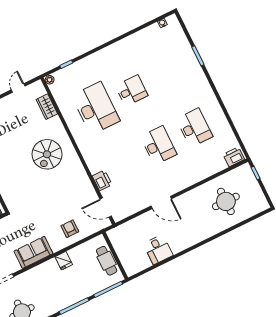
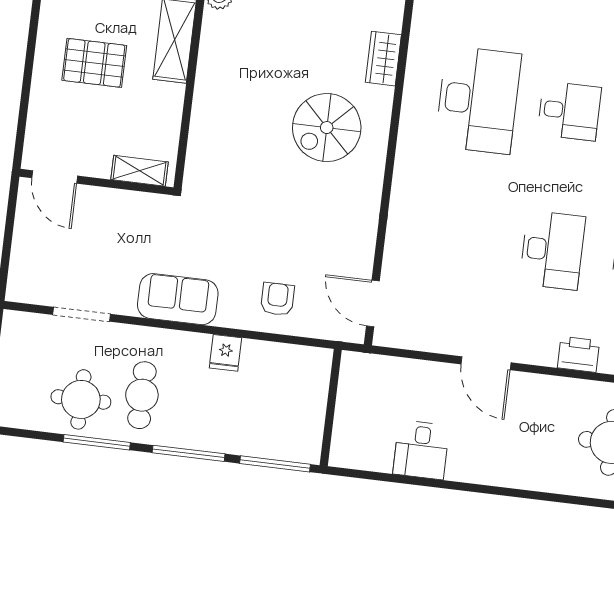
wardrobe: (47, 107) -> (383, 59), moved
printer: (102, 180) -> (579, 354), moved, turned -90
cafe table: (107, 261) -> (142, 395), moved

